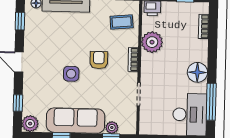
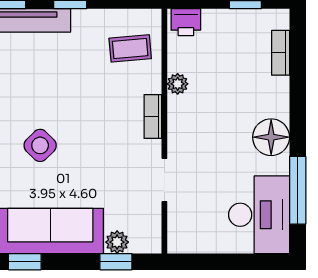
plant: (152, 42) -> (178, 84), width x0.53, depth x0.53
armchair: (99, 60) -> (90, 119), removed
side table: (71, 74) -> (40, 145), turned 45

